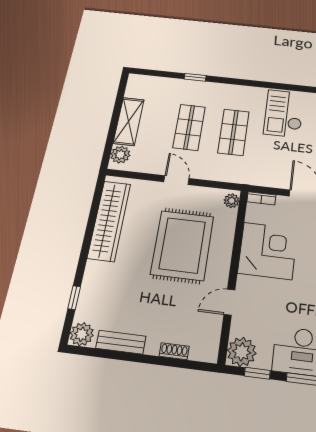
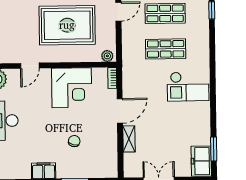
checkout: (284, 113) -> (188, 86), turned 180
door: (229, 302) -> (30, 66), swing flipped

